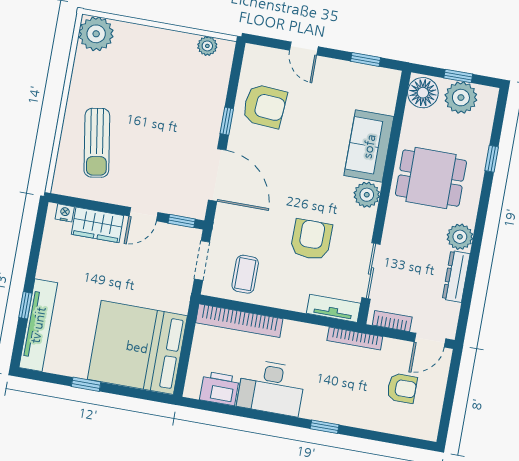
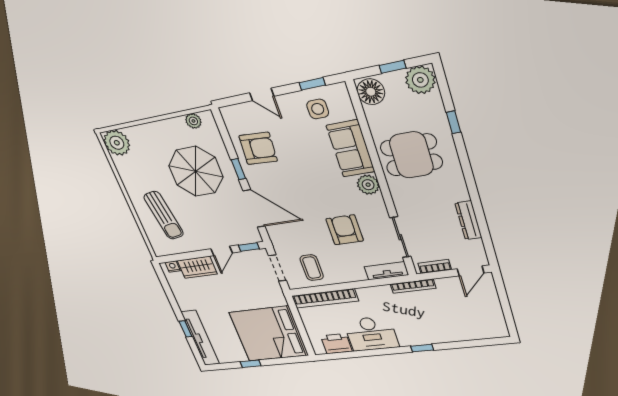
side table: (357, 89) -> (318, 109), added
plant: (461, 98) -> (420, 80), moved
parasol: (173, 104) -> (196, 171), added
plant: (460, 237) -> (457, 191), removed
armchair: (402, 388) -> (466, 309), removed

